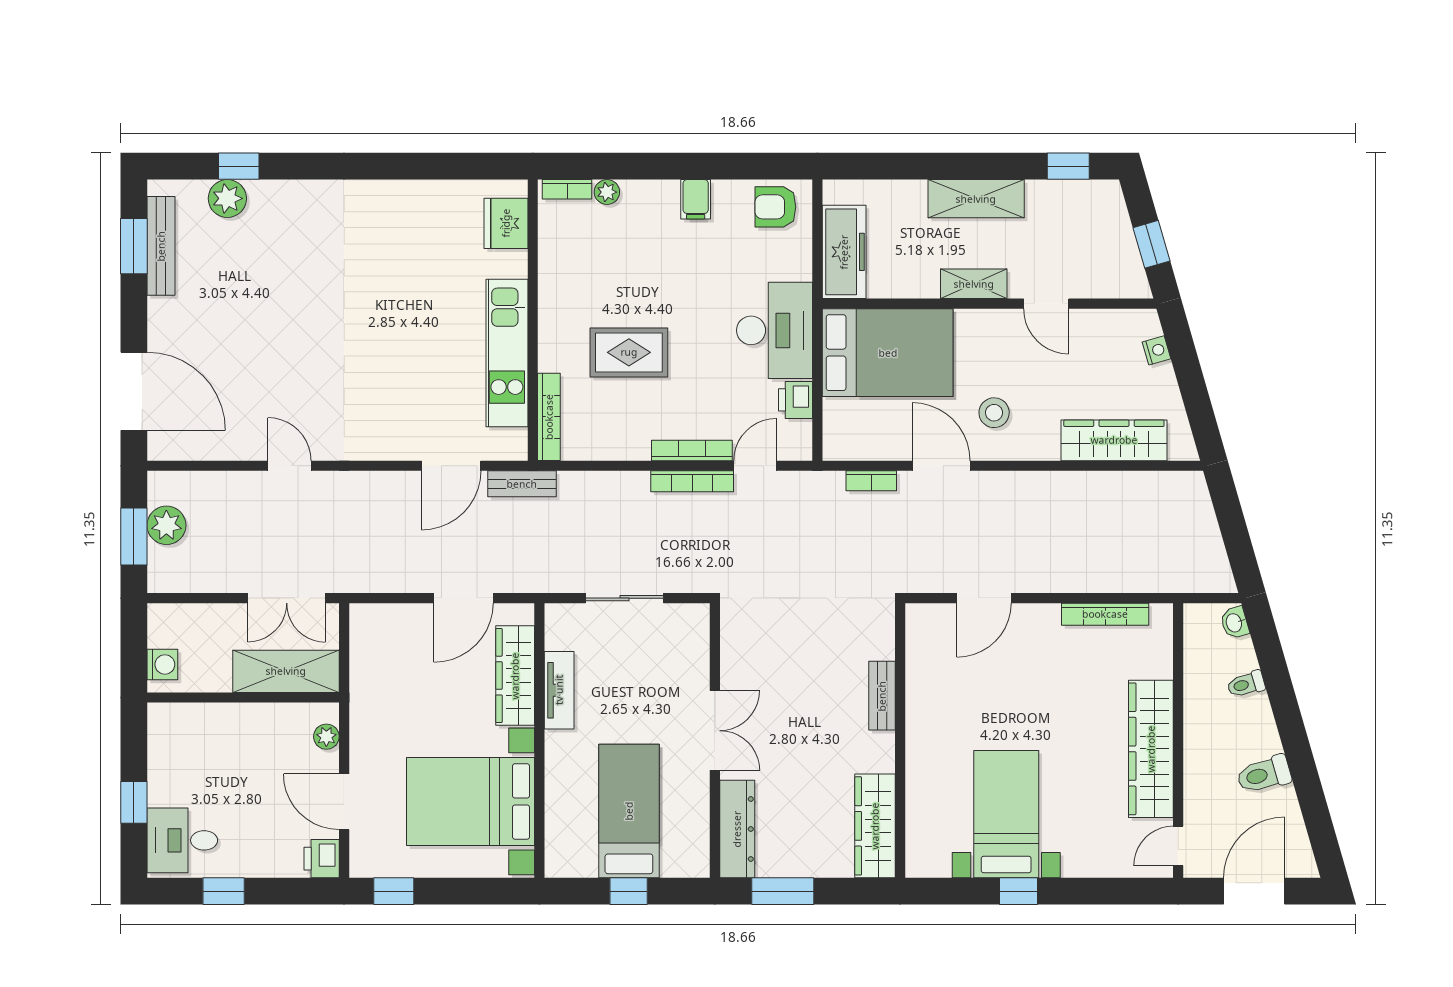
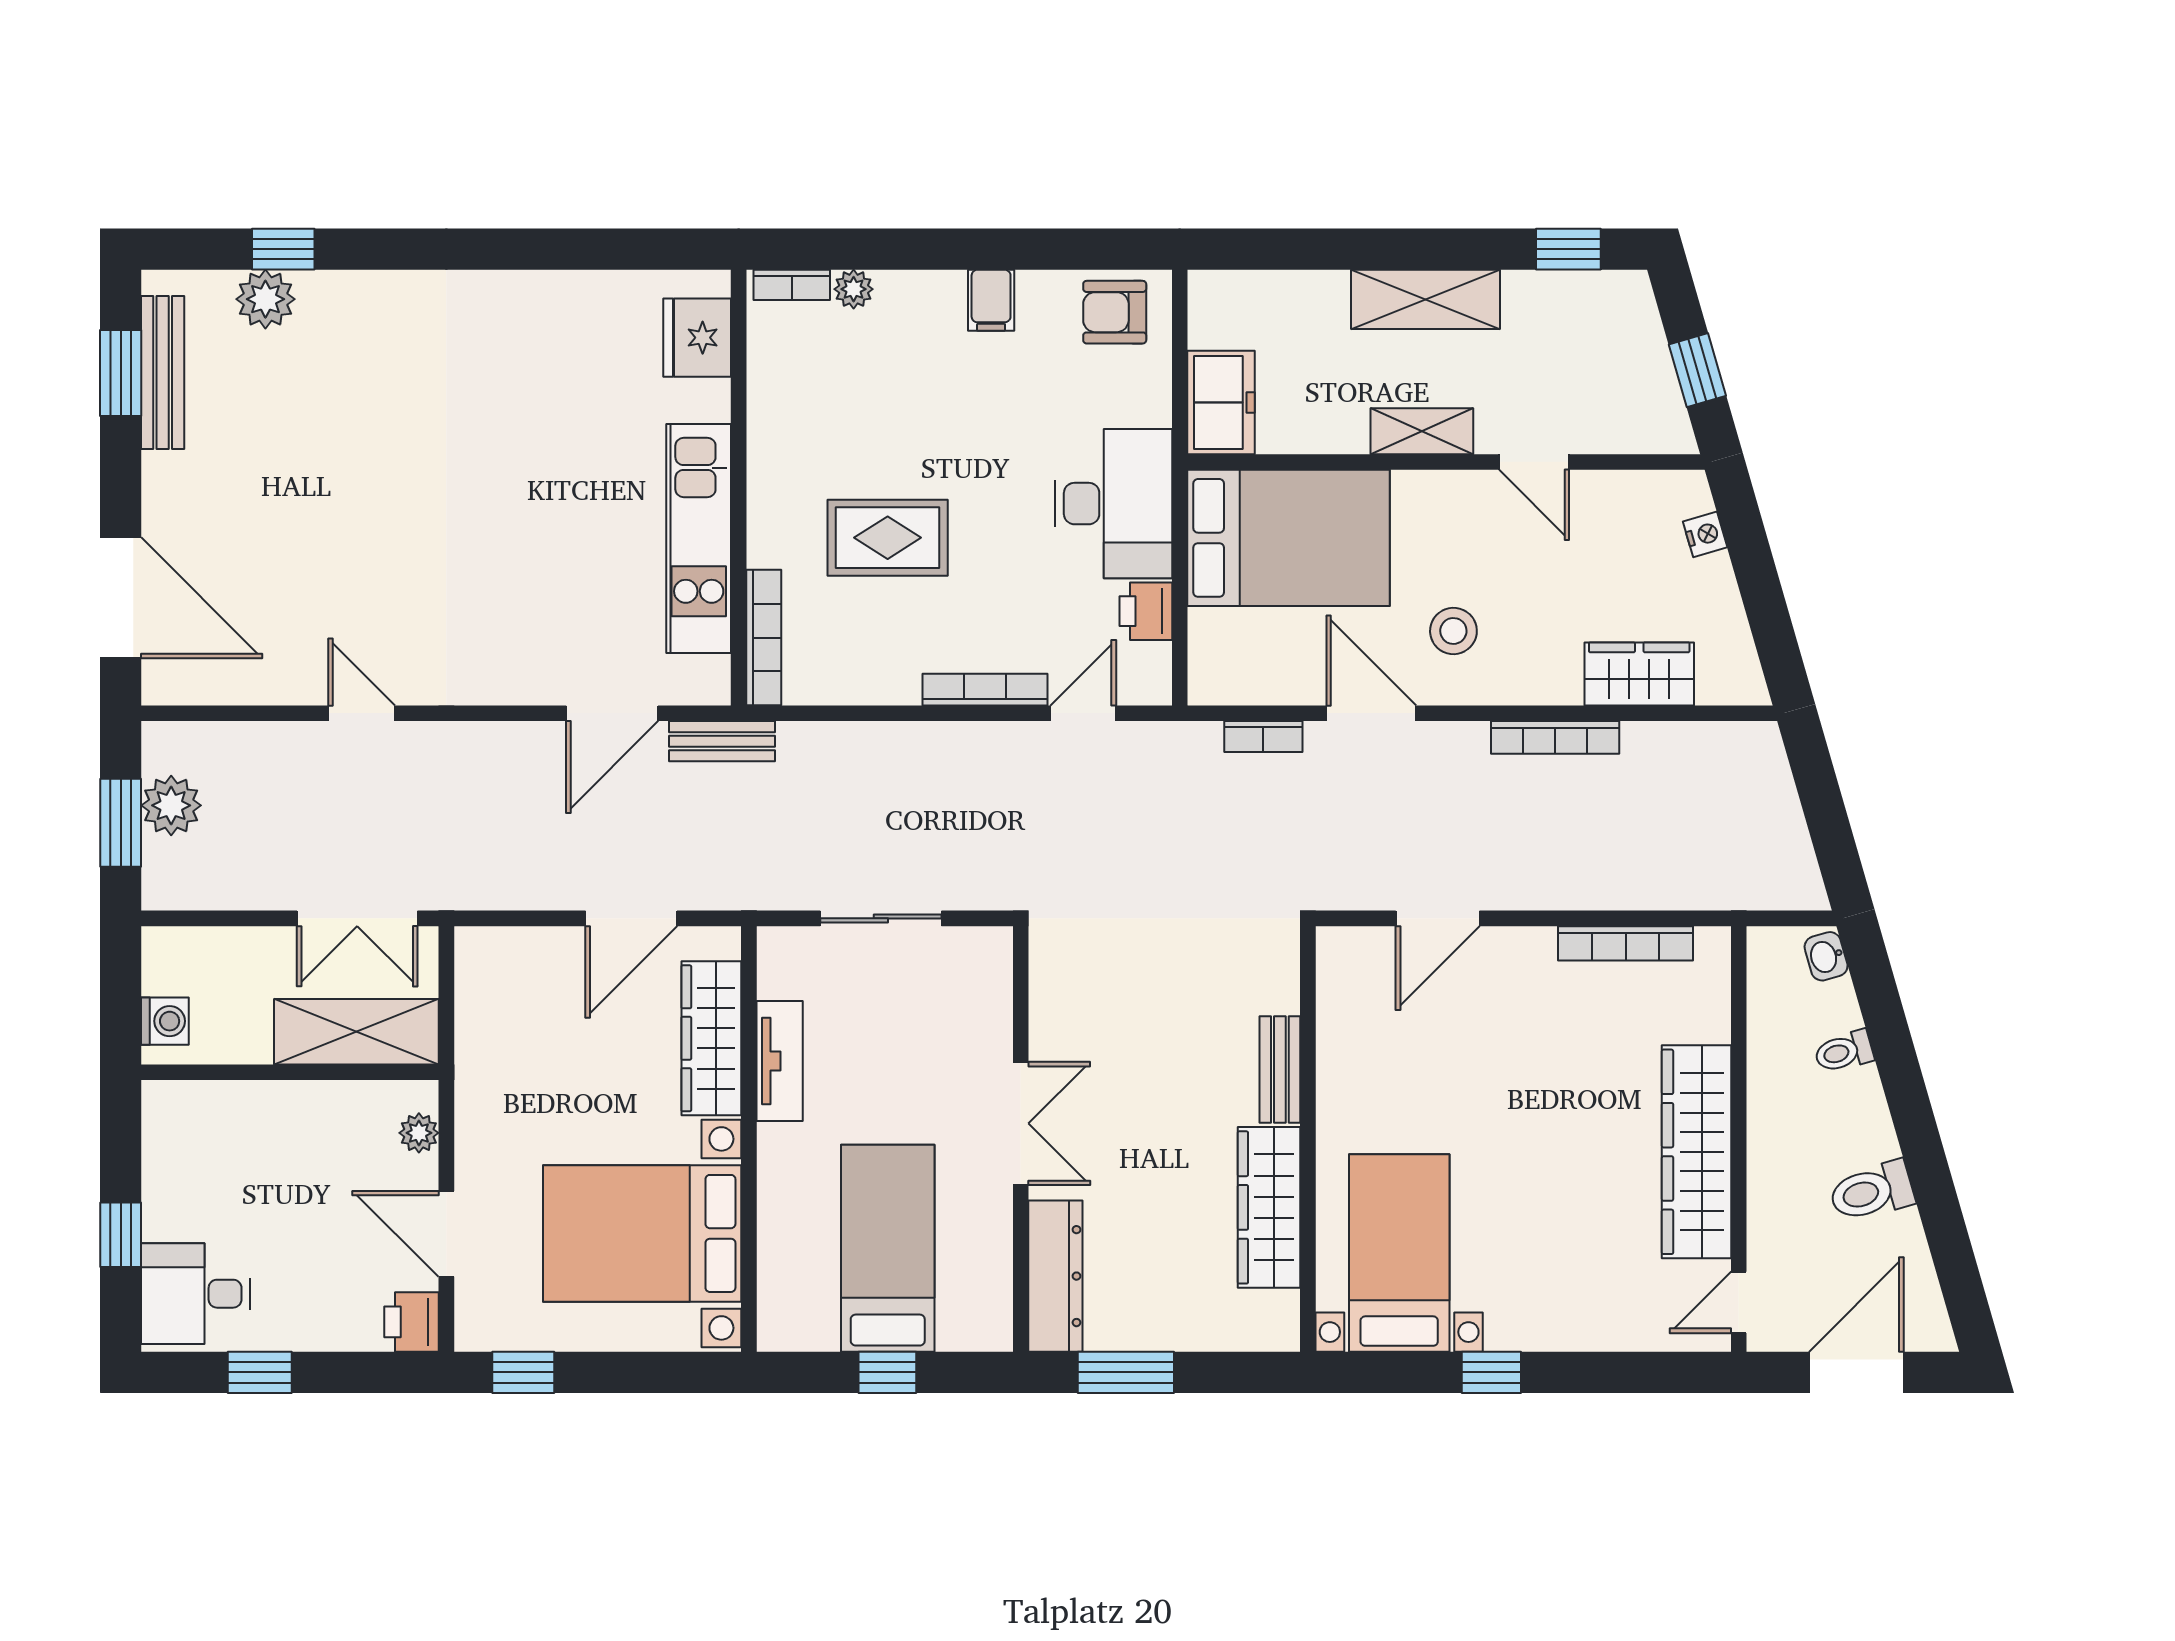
freezer: (844, 252) -> (1221, 402), width x0.71
wardrobe: (1114, 440) -> (1639, 674), width x0.67
bookcase: (692, 481) -> (1555, 737), moved
bed with nightstands: (1006, 814) -> (1399, 1253), moved
wardrobe: (875, 826) -> (1269, 1207), moved

